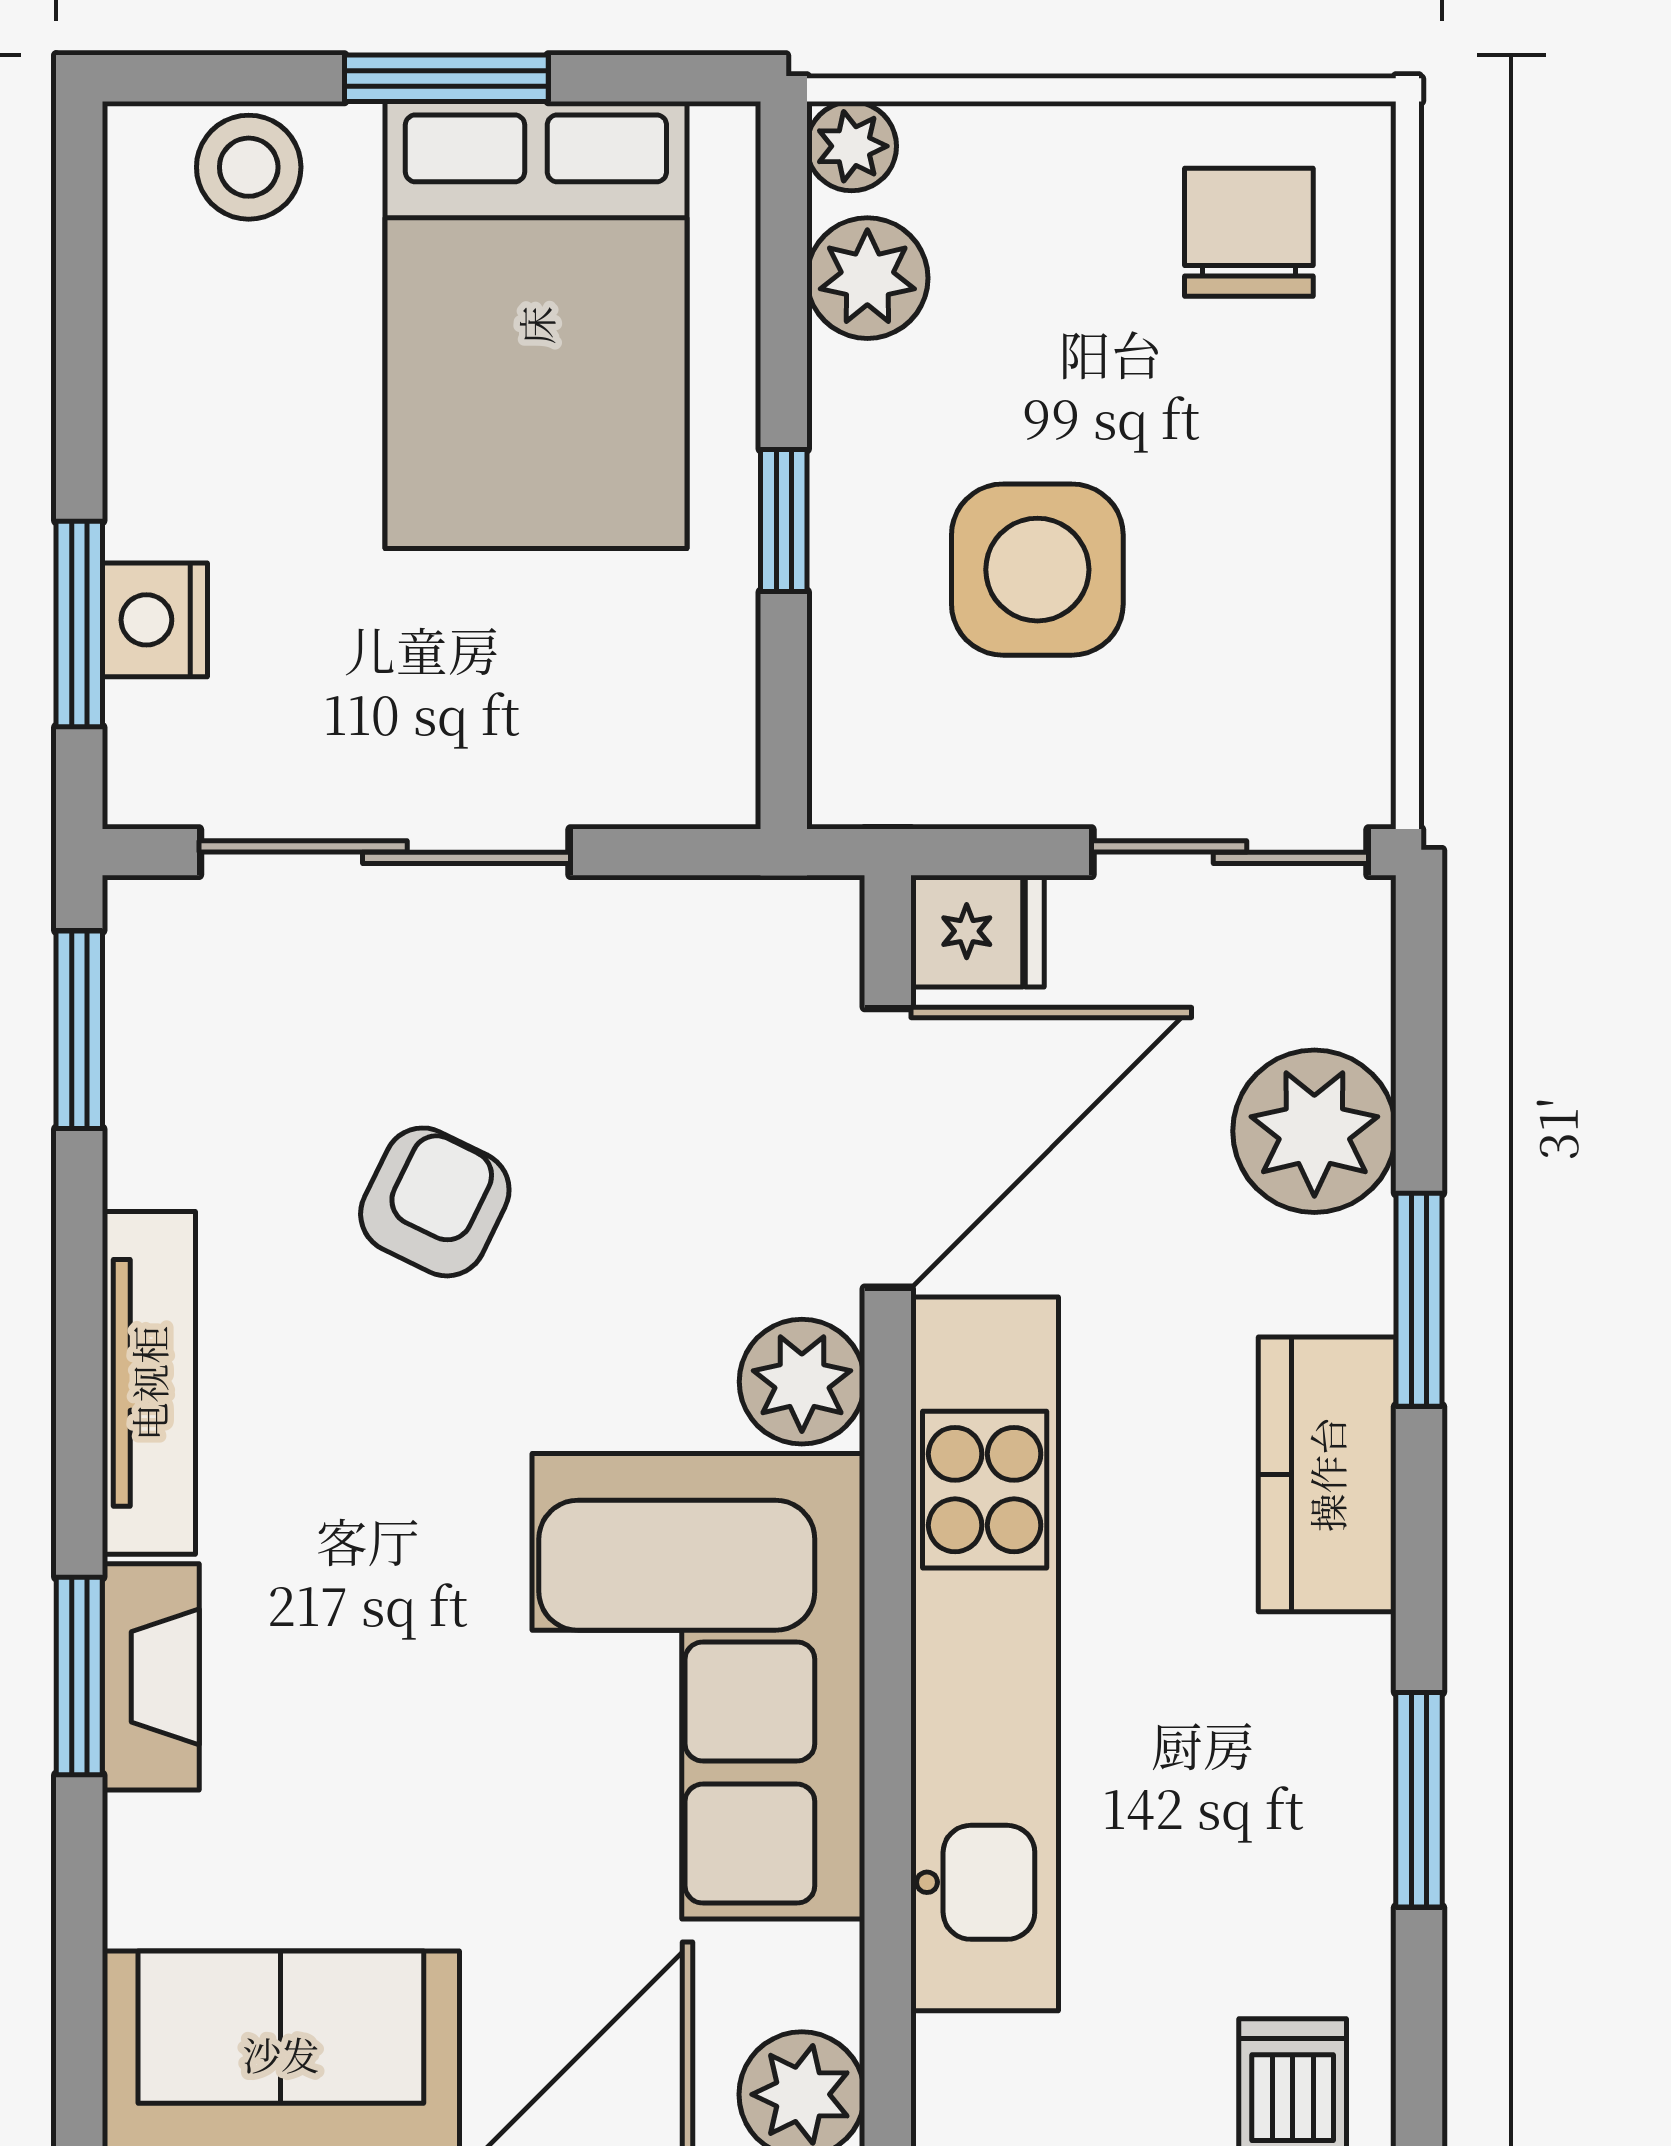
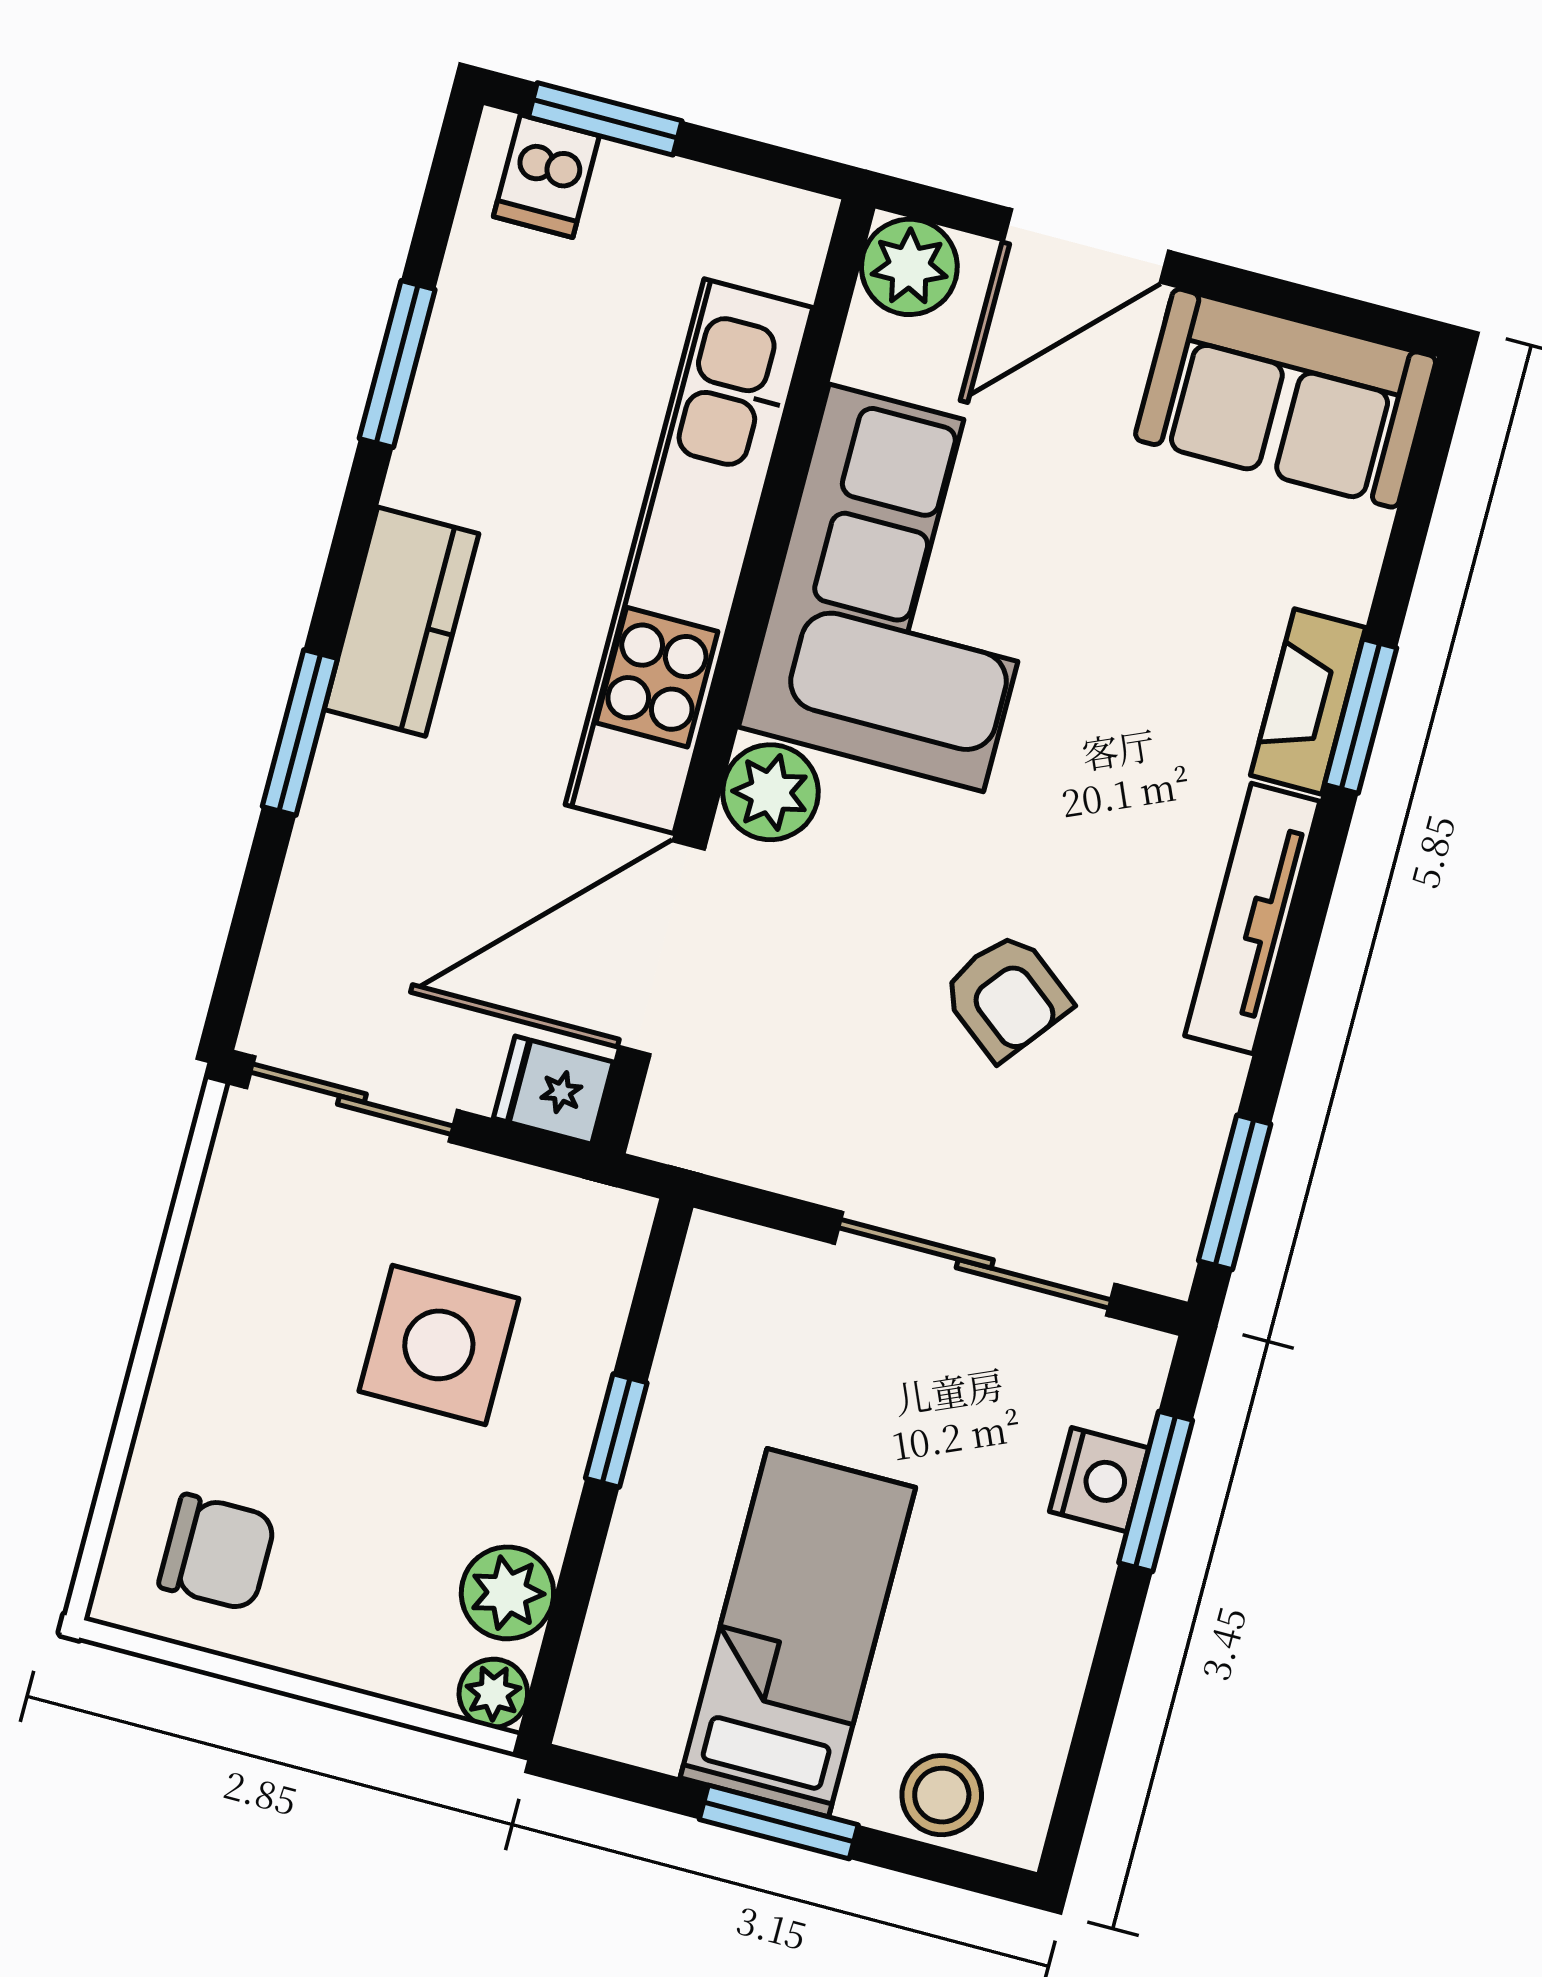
chair: (1249, 232) -> (217, 1552), turned -90
bed: (536, 325) -> (798, 1633), width x0.67
plant: (1314, 1131) -> (344, 877), removed
armchair: (435, 1202) -> (1006, 996), turned -78

